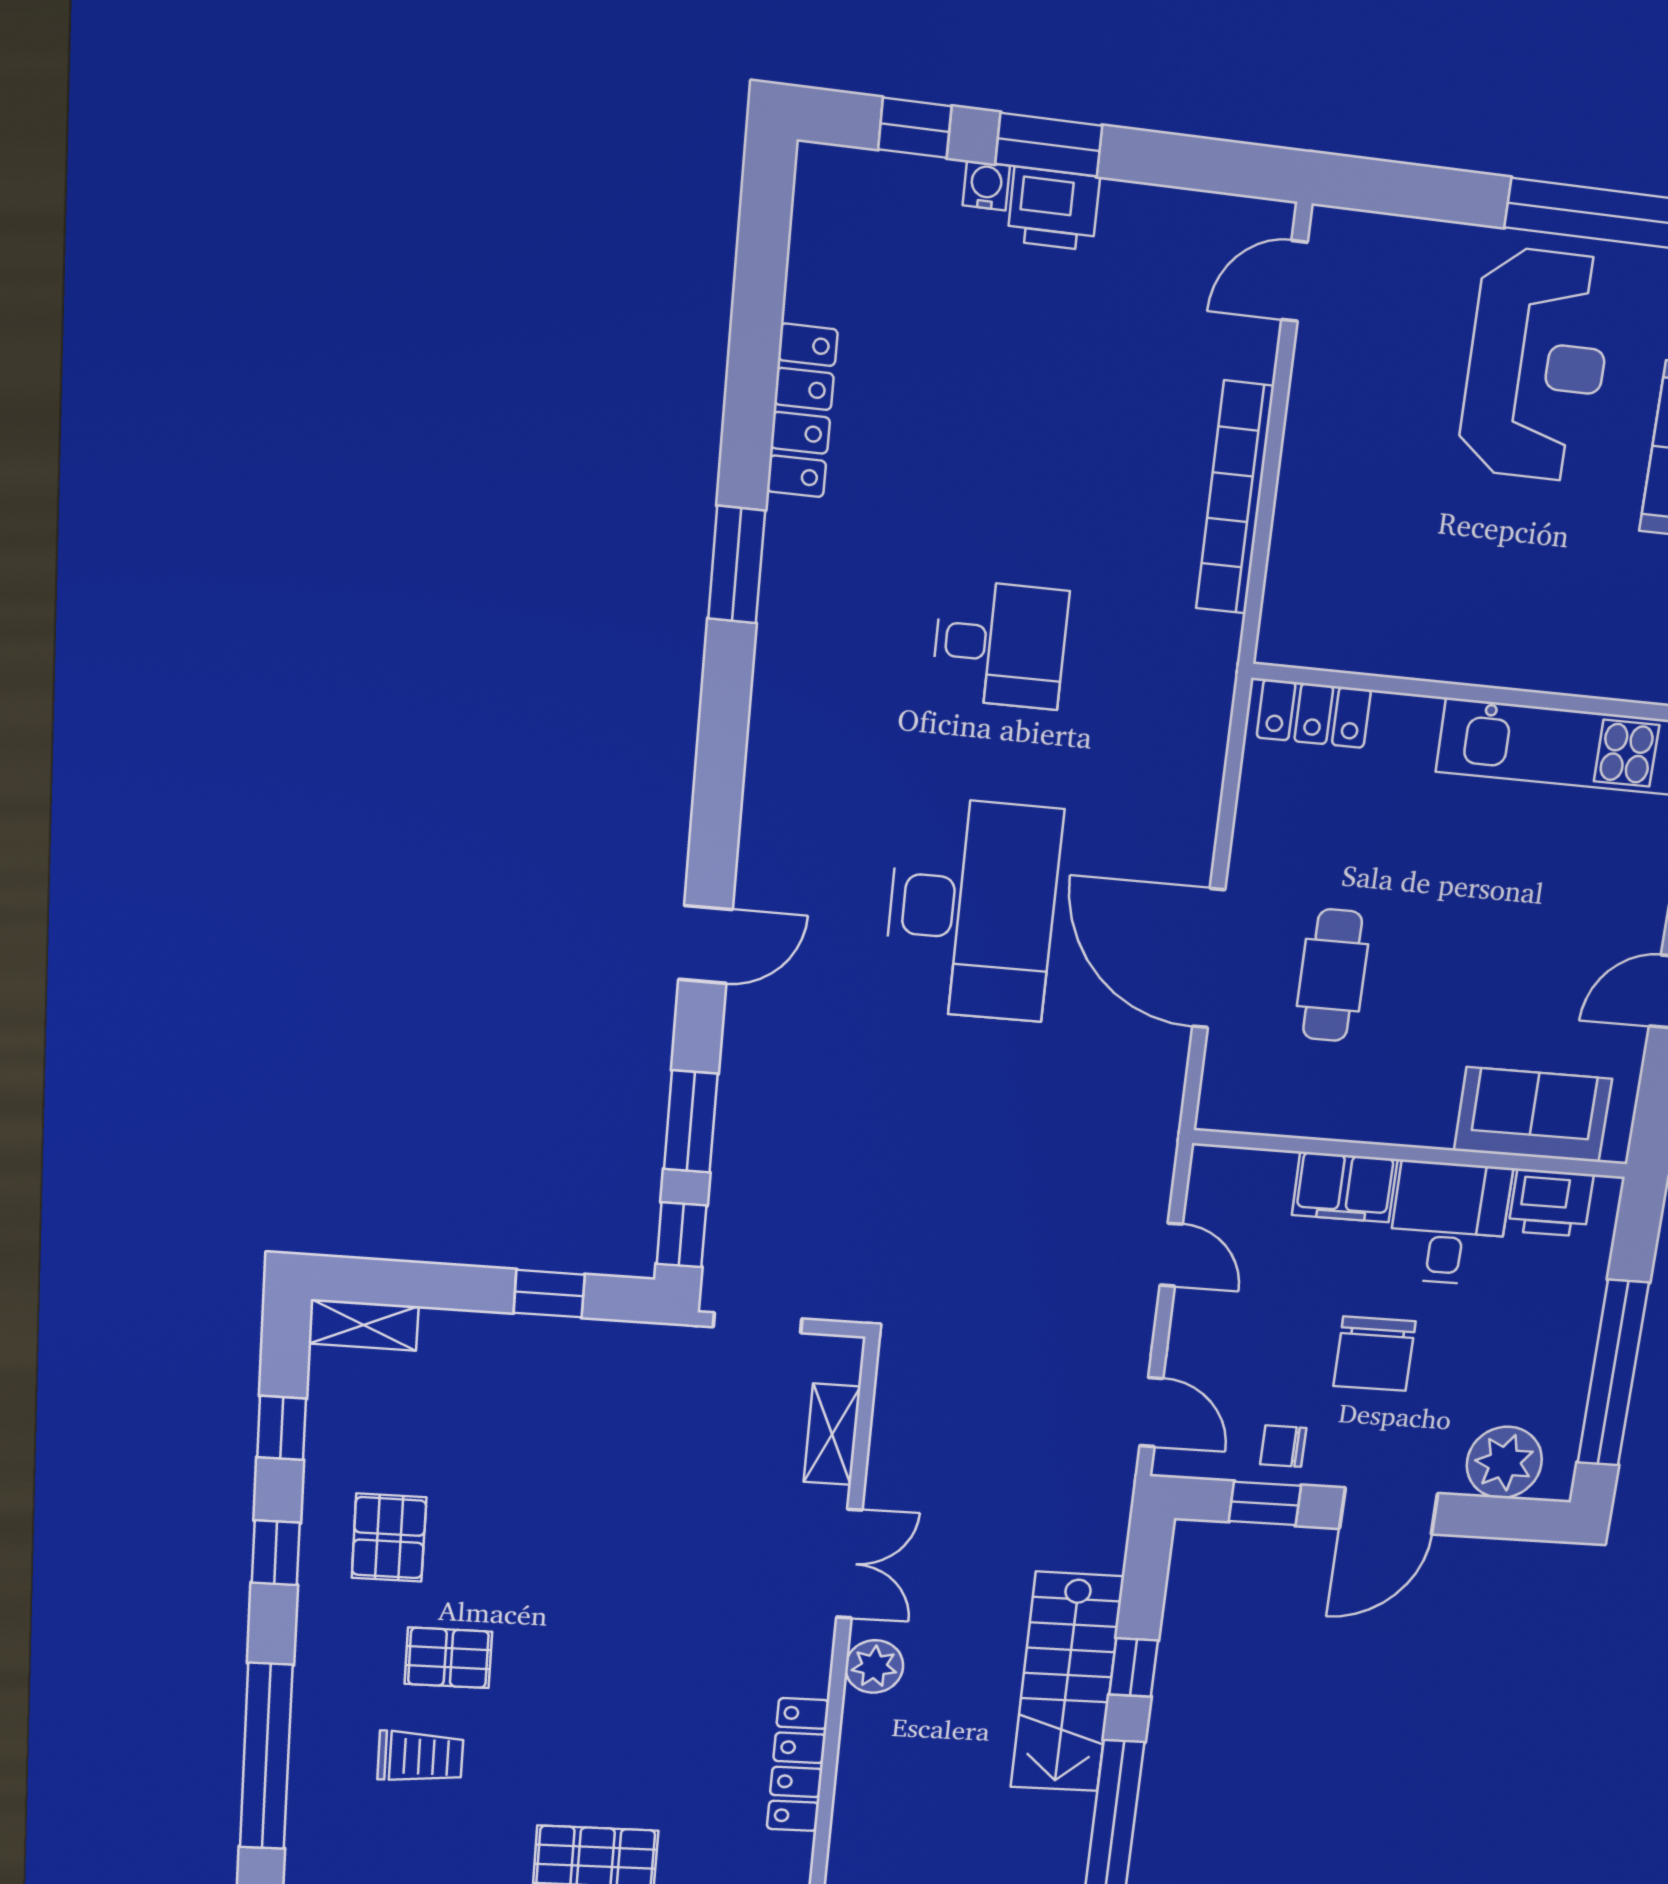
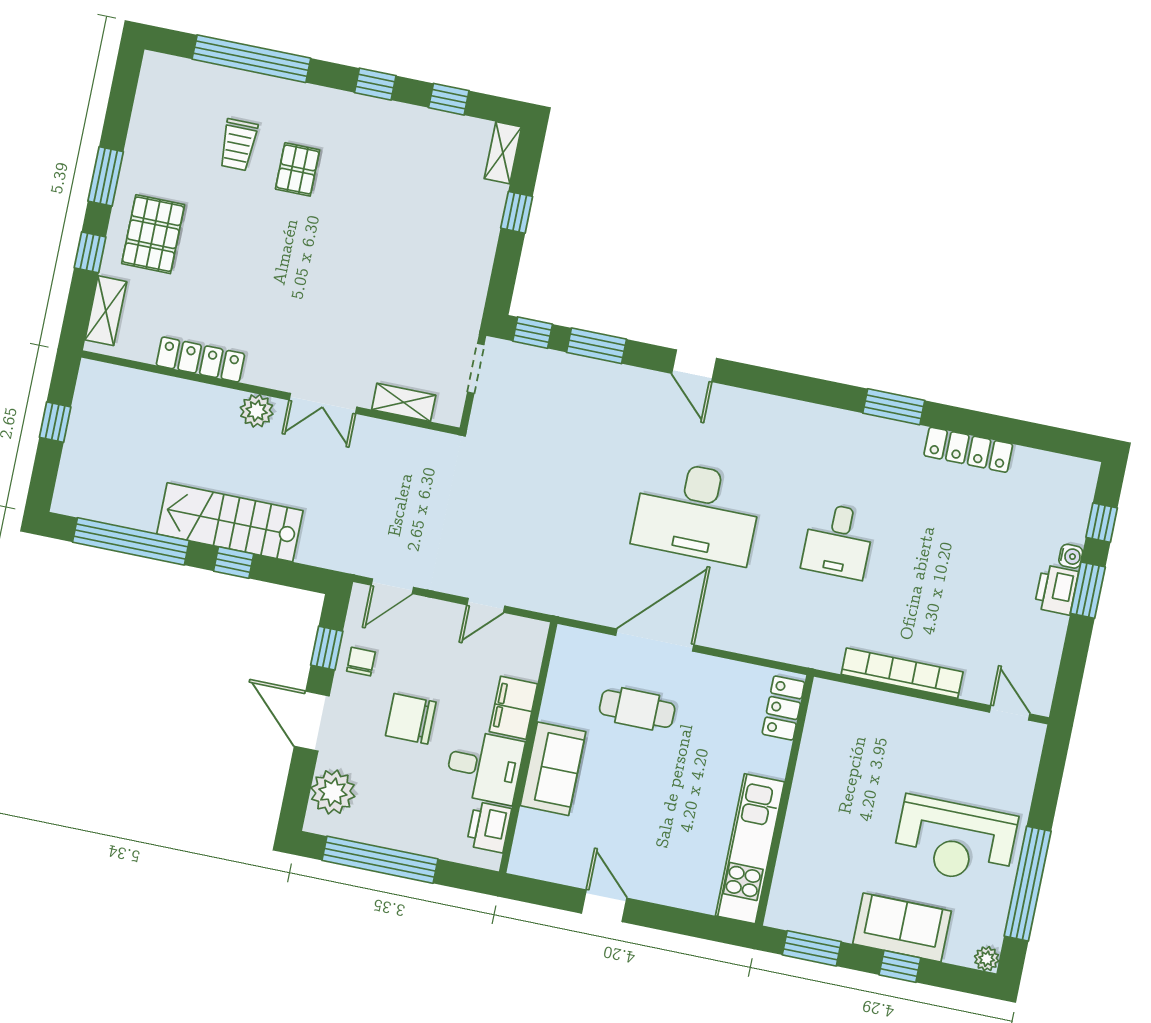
sofa: (1533, 1115) -> (553, 769), moved
window: (549, 1294) -> (517, 212), moved
pallet: (389, 1538) -> (376, 147), removed

